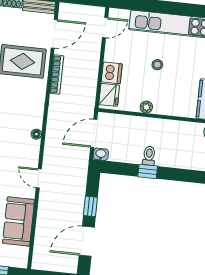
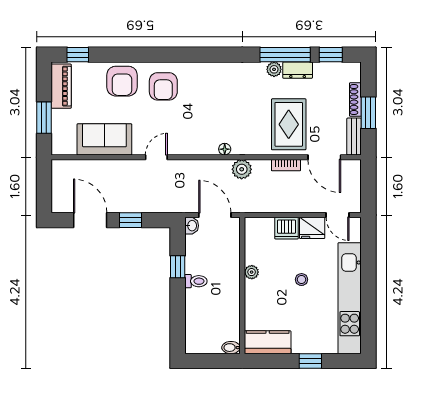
bookcase: (57, 74) -> (286, 165), width x0.64
fridge: (109, 95) -> (312, 228), moved
plant: (57, 106) -> (242, 169), added
floor lamp: (36, 134) -> (225, 149), moved
window: (148, 171) -> (178, 267), moved

